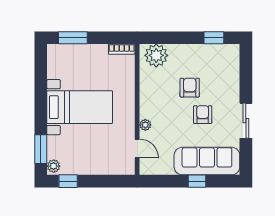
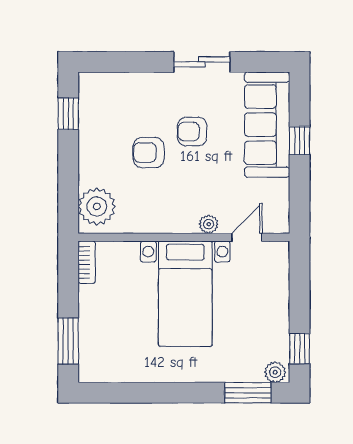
bed with nightstands: (80, 107) -> (185, 294), moved, turned 180

